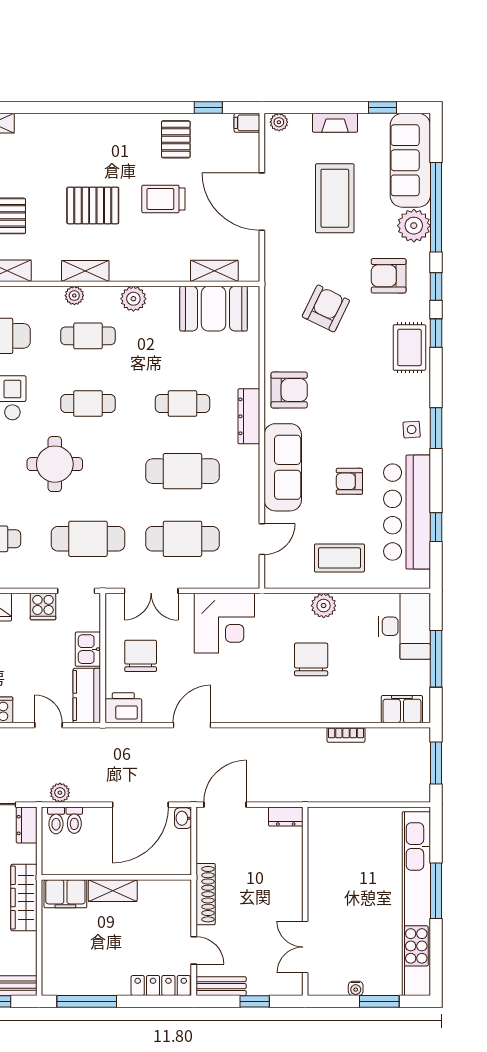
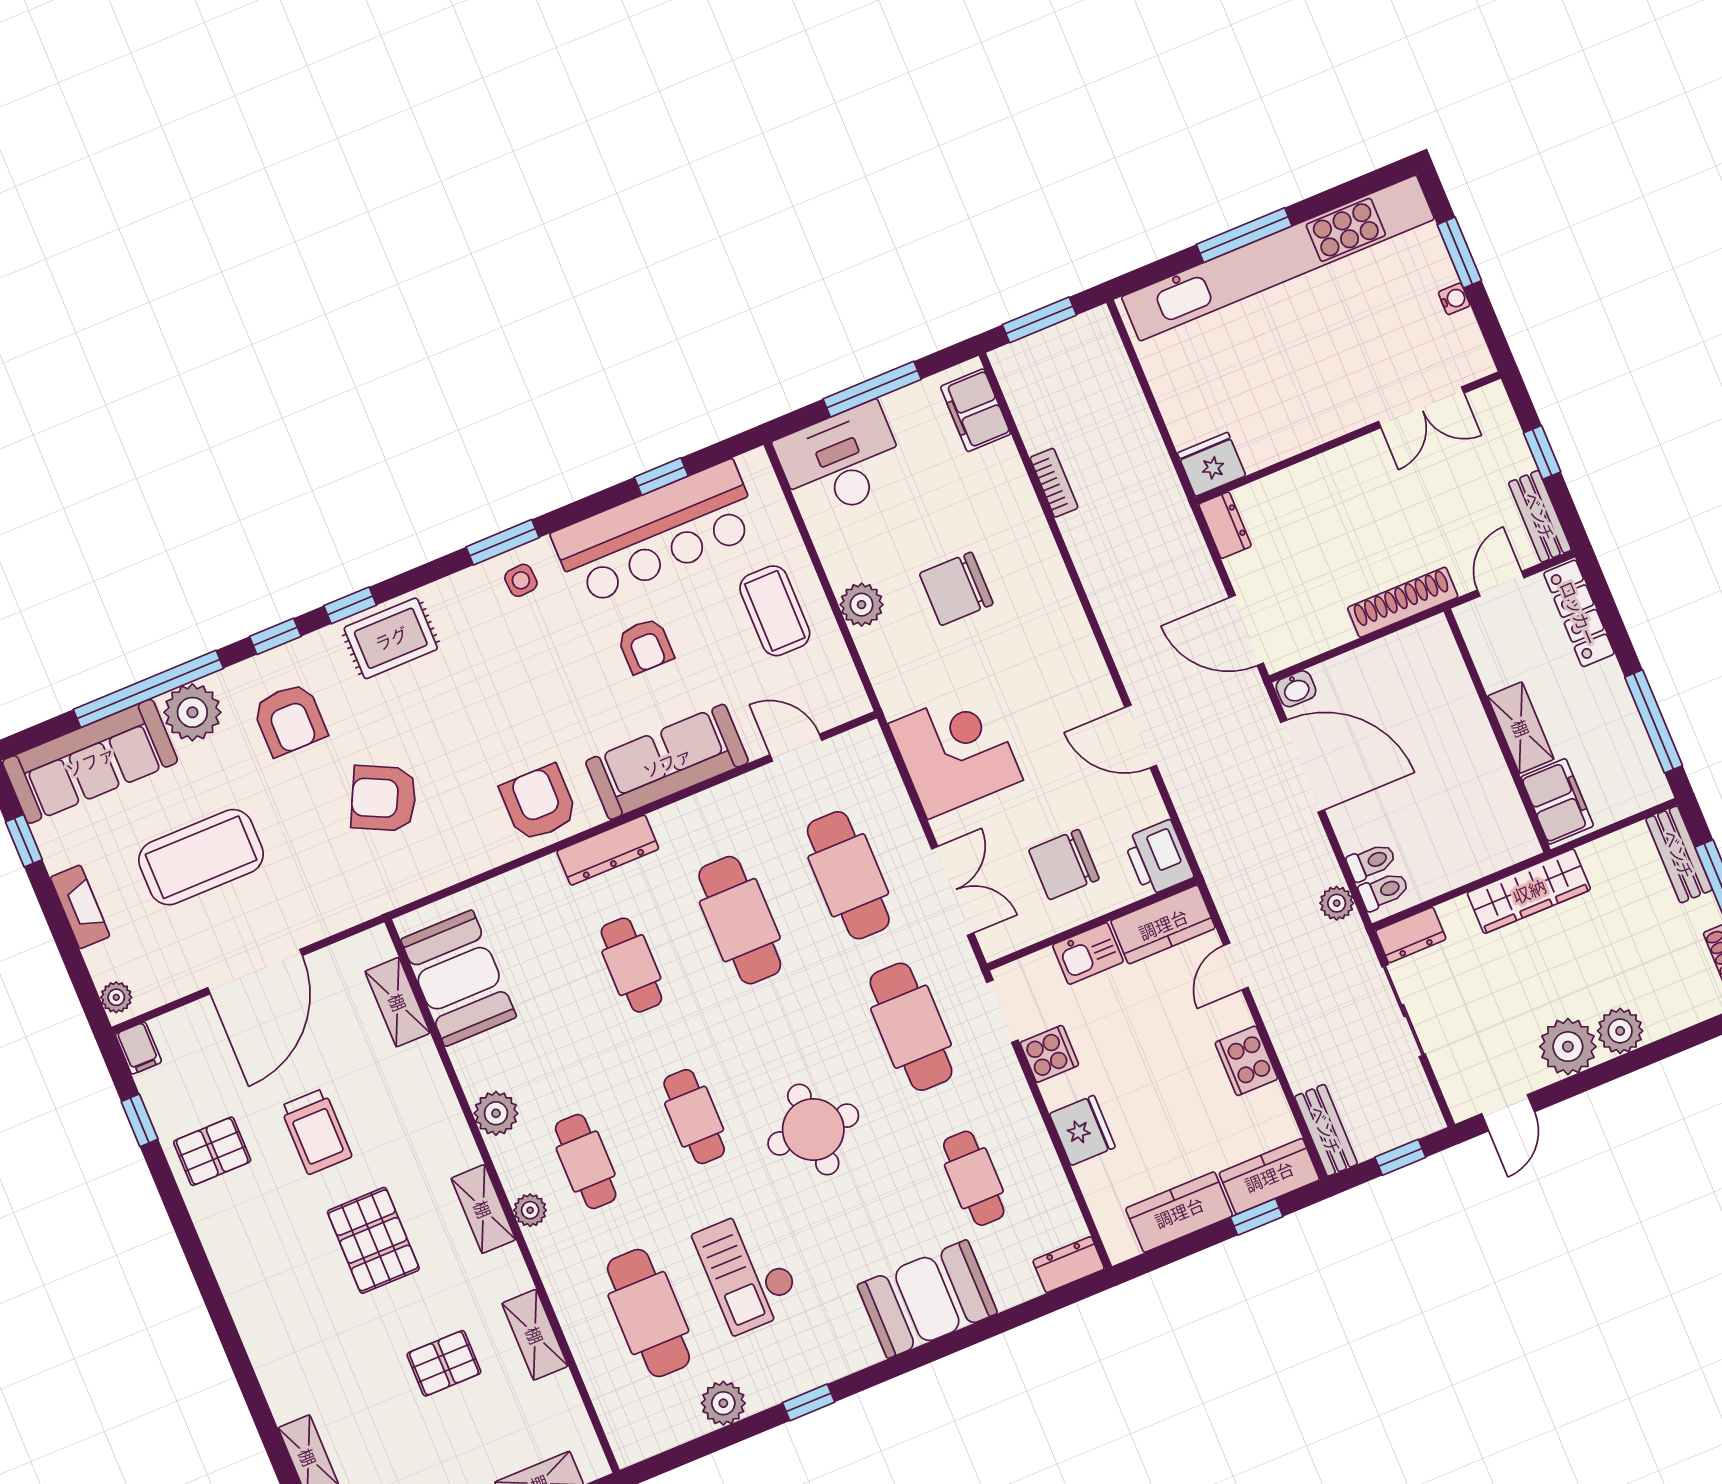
fridge: (321, 823) -> (1212, 464), added
wall: (116, 877) -> (1497, 731), moved
shelving: (113, 891) -> (1521, 728), moved
filing cabinet: (65, 894) -> (1557, 801), moved

